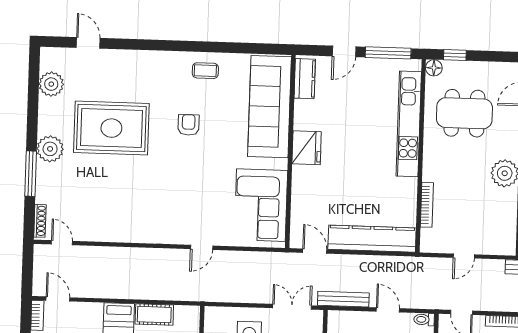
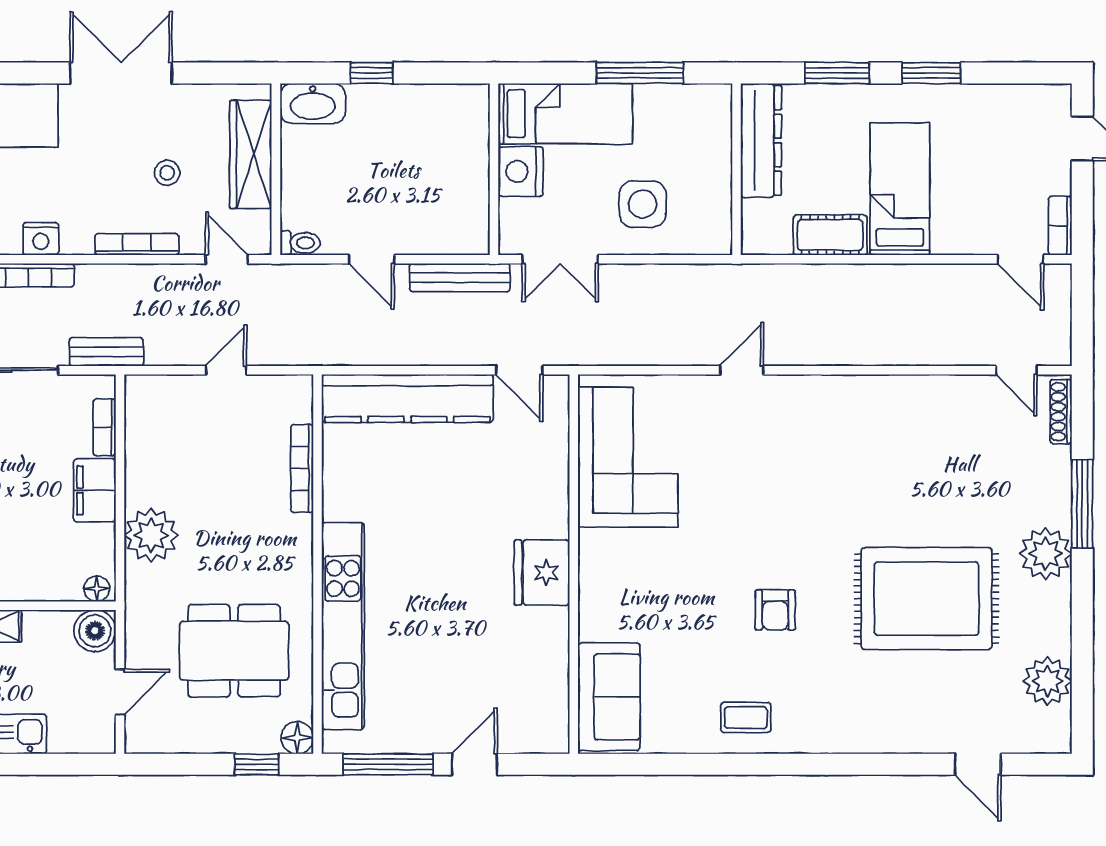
kitchen counter: (305, 79) -> (550, 708), removed
sofa: (270, 107) -> (609, 697), width x0.54, depth x0.79

